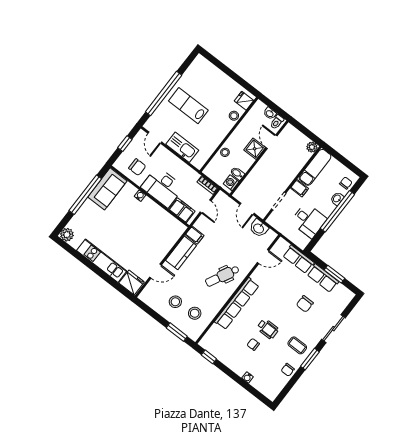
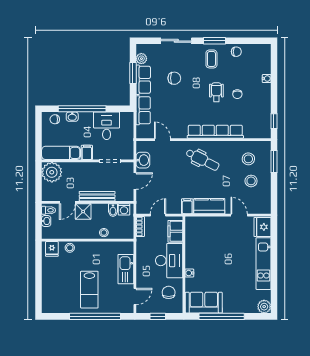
plant: (312, 147) -> (52, 172), width x1.87, depth x1.87
bench: (258, 169) -> (97, 196), added
plant: (341, 290) -> (141, 59), added

